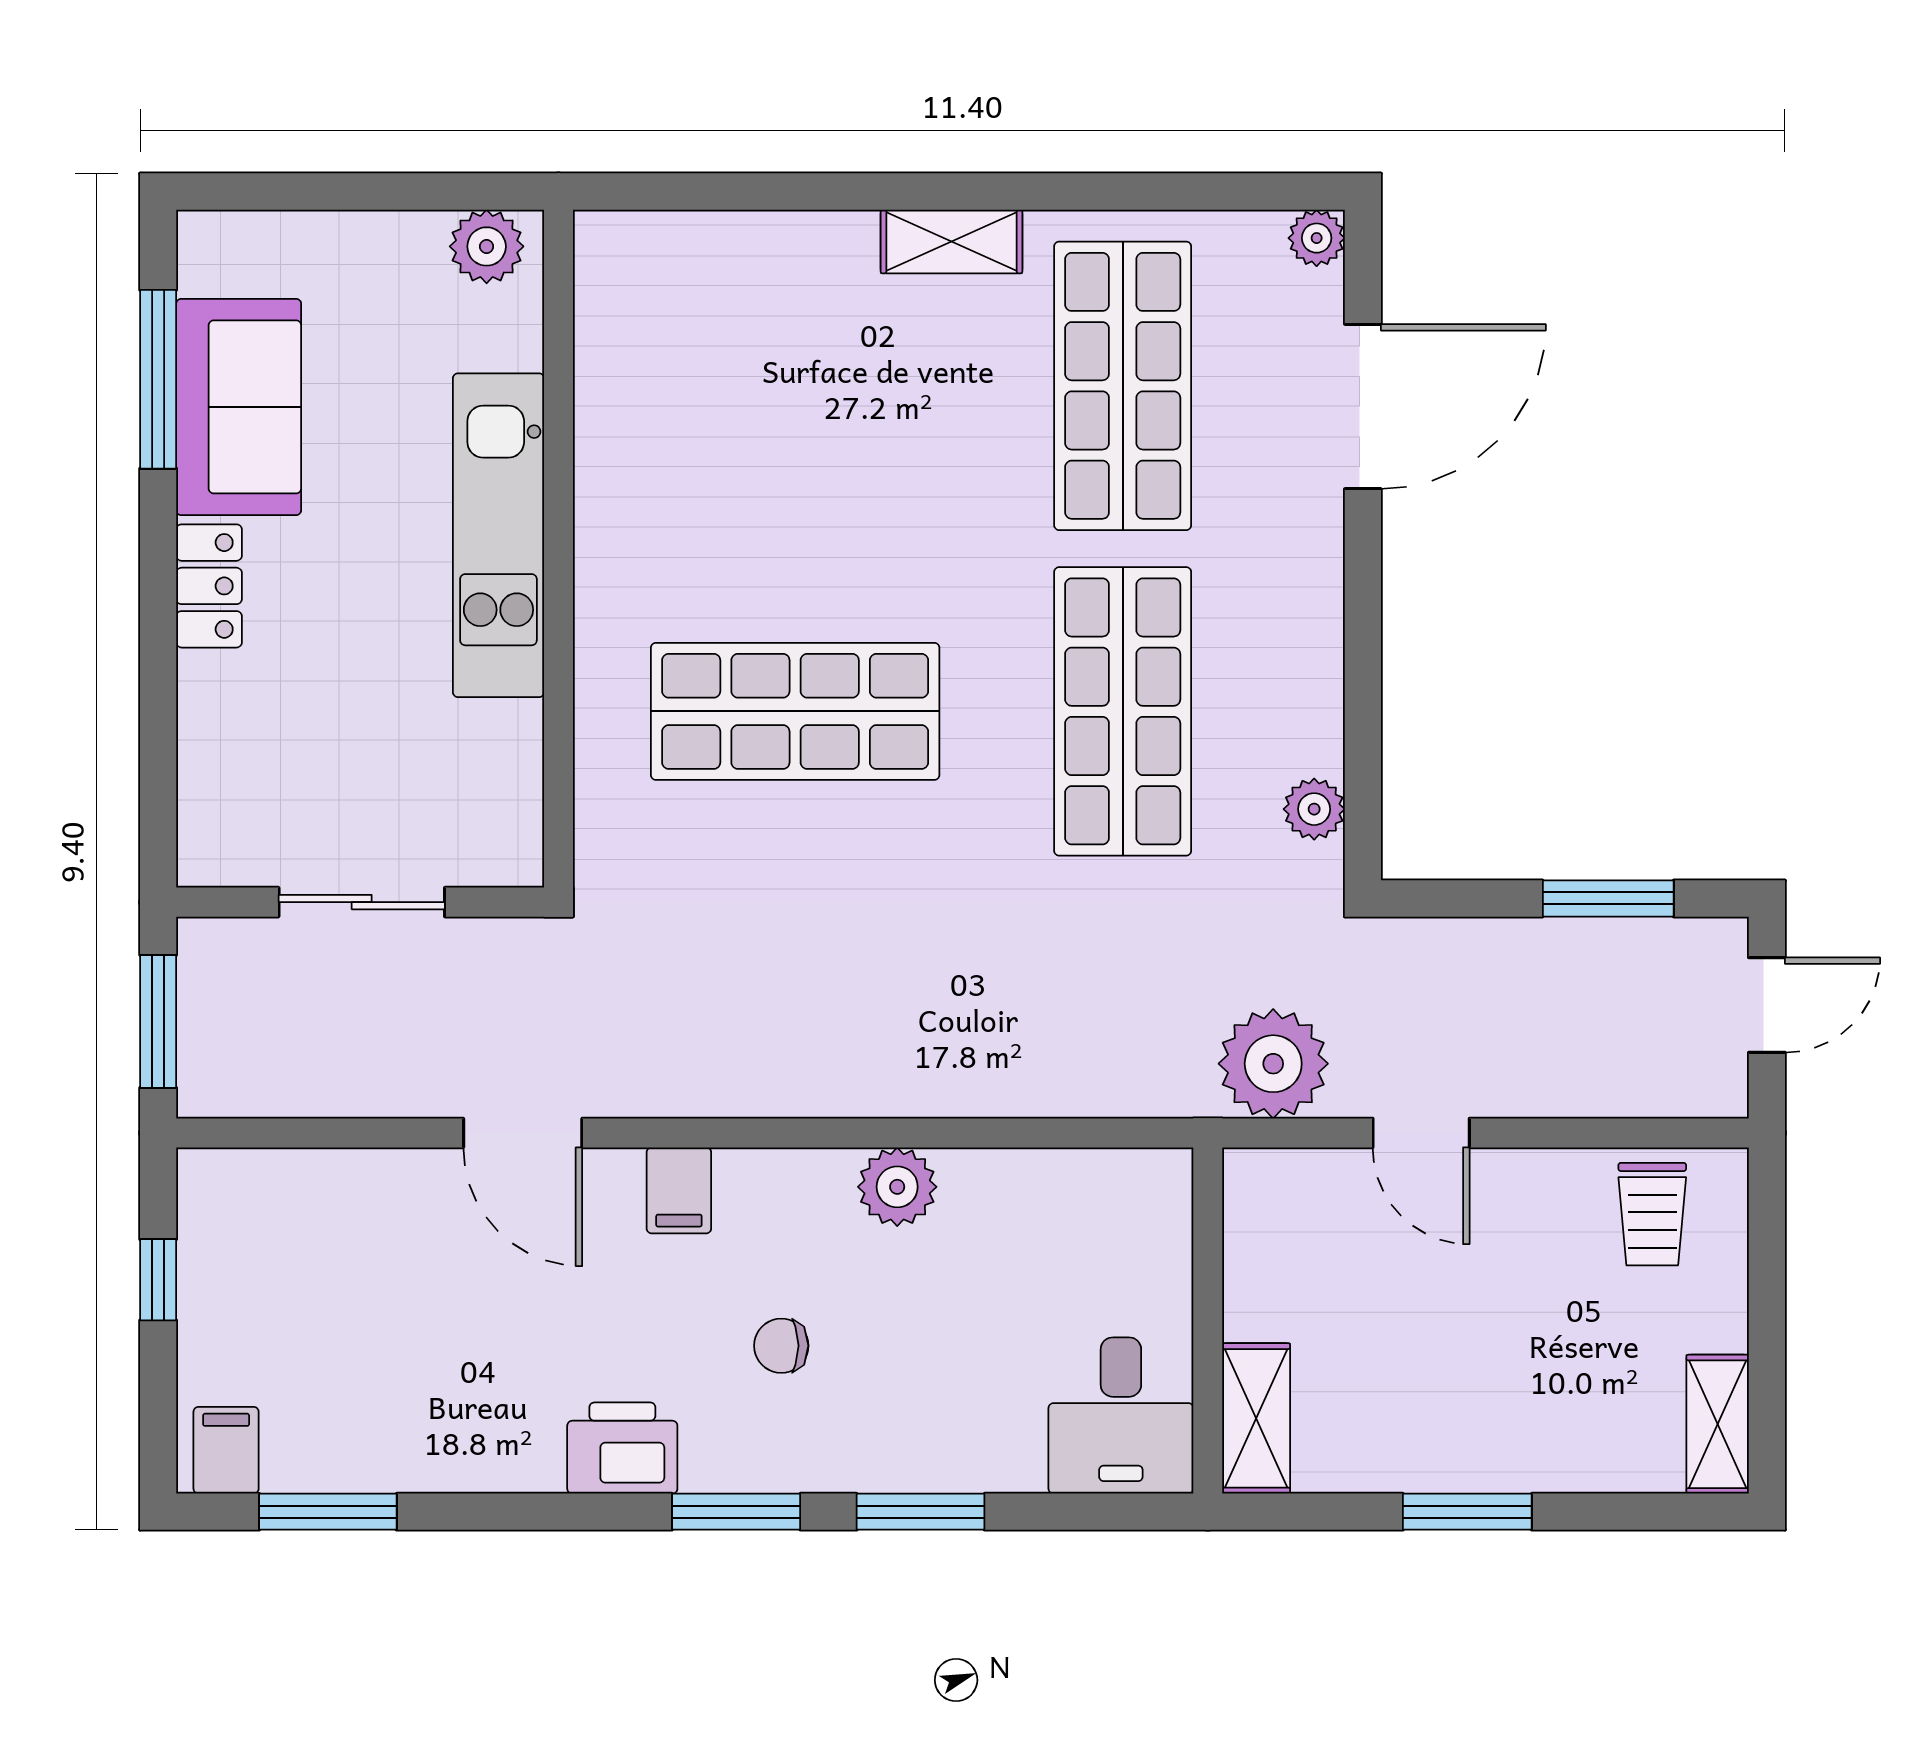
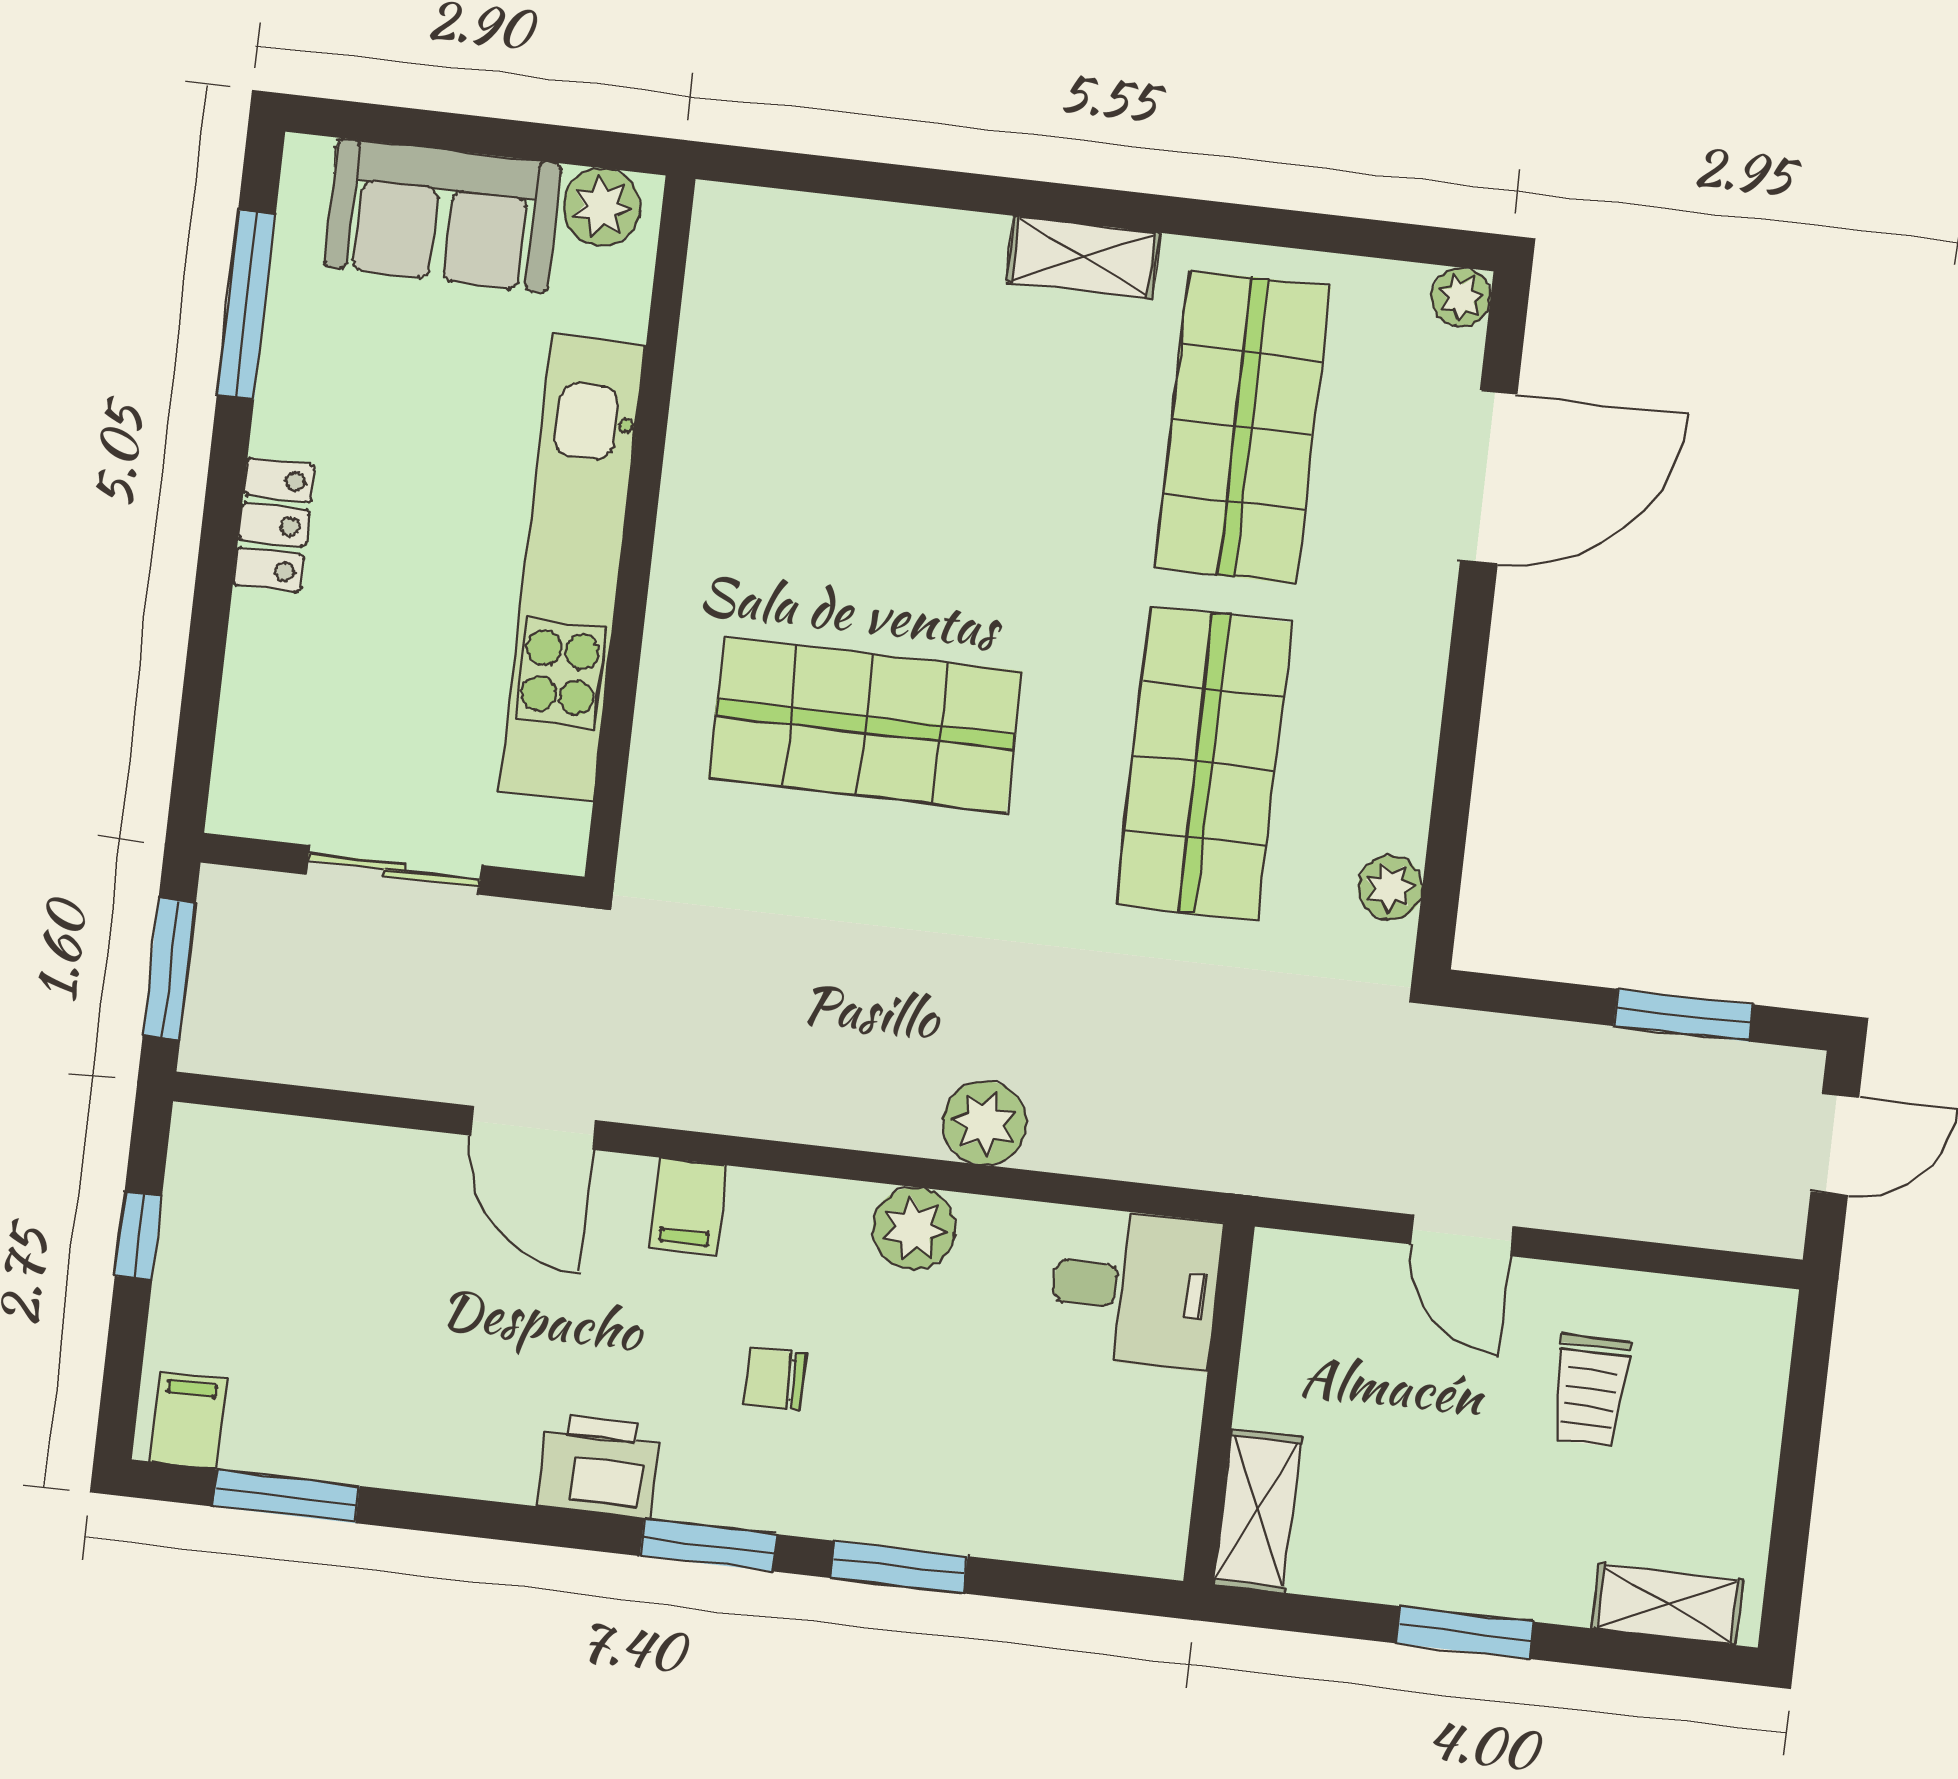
sofa: (239, 407) -> (443, 215), moved, turned 90
kitchen unit: (498, 535) -> (572, 568), width x1.36
plant: (1273, 1064) -> (985, 1123), moved, width x0.73, depth x0.73
trolley: (1652, 1214) -> (1590, 1390), moved
desk: (1121, 1416) -> (1135, 1289), moved, turned -90
shelving: (1718, 1424) -> (1667, 1604), moved, turned 90

